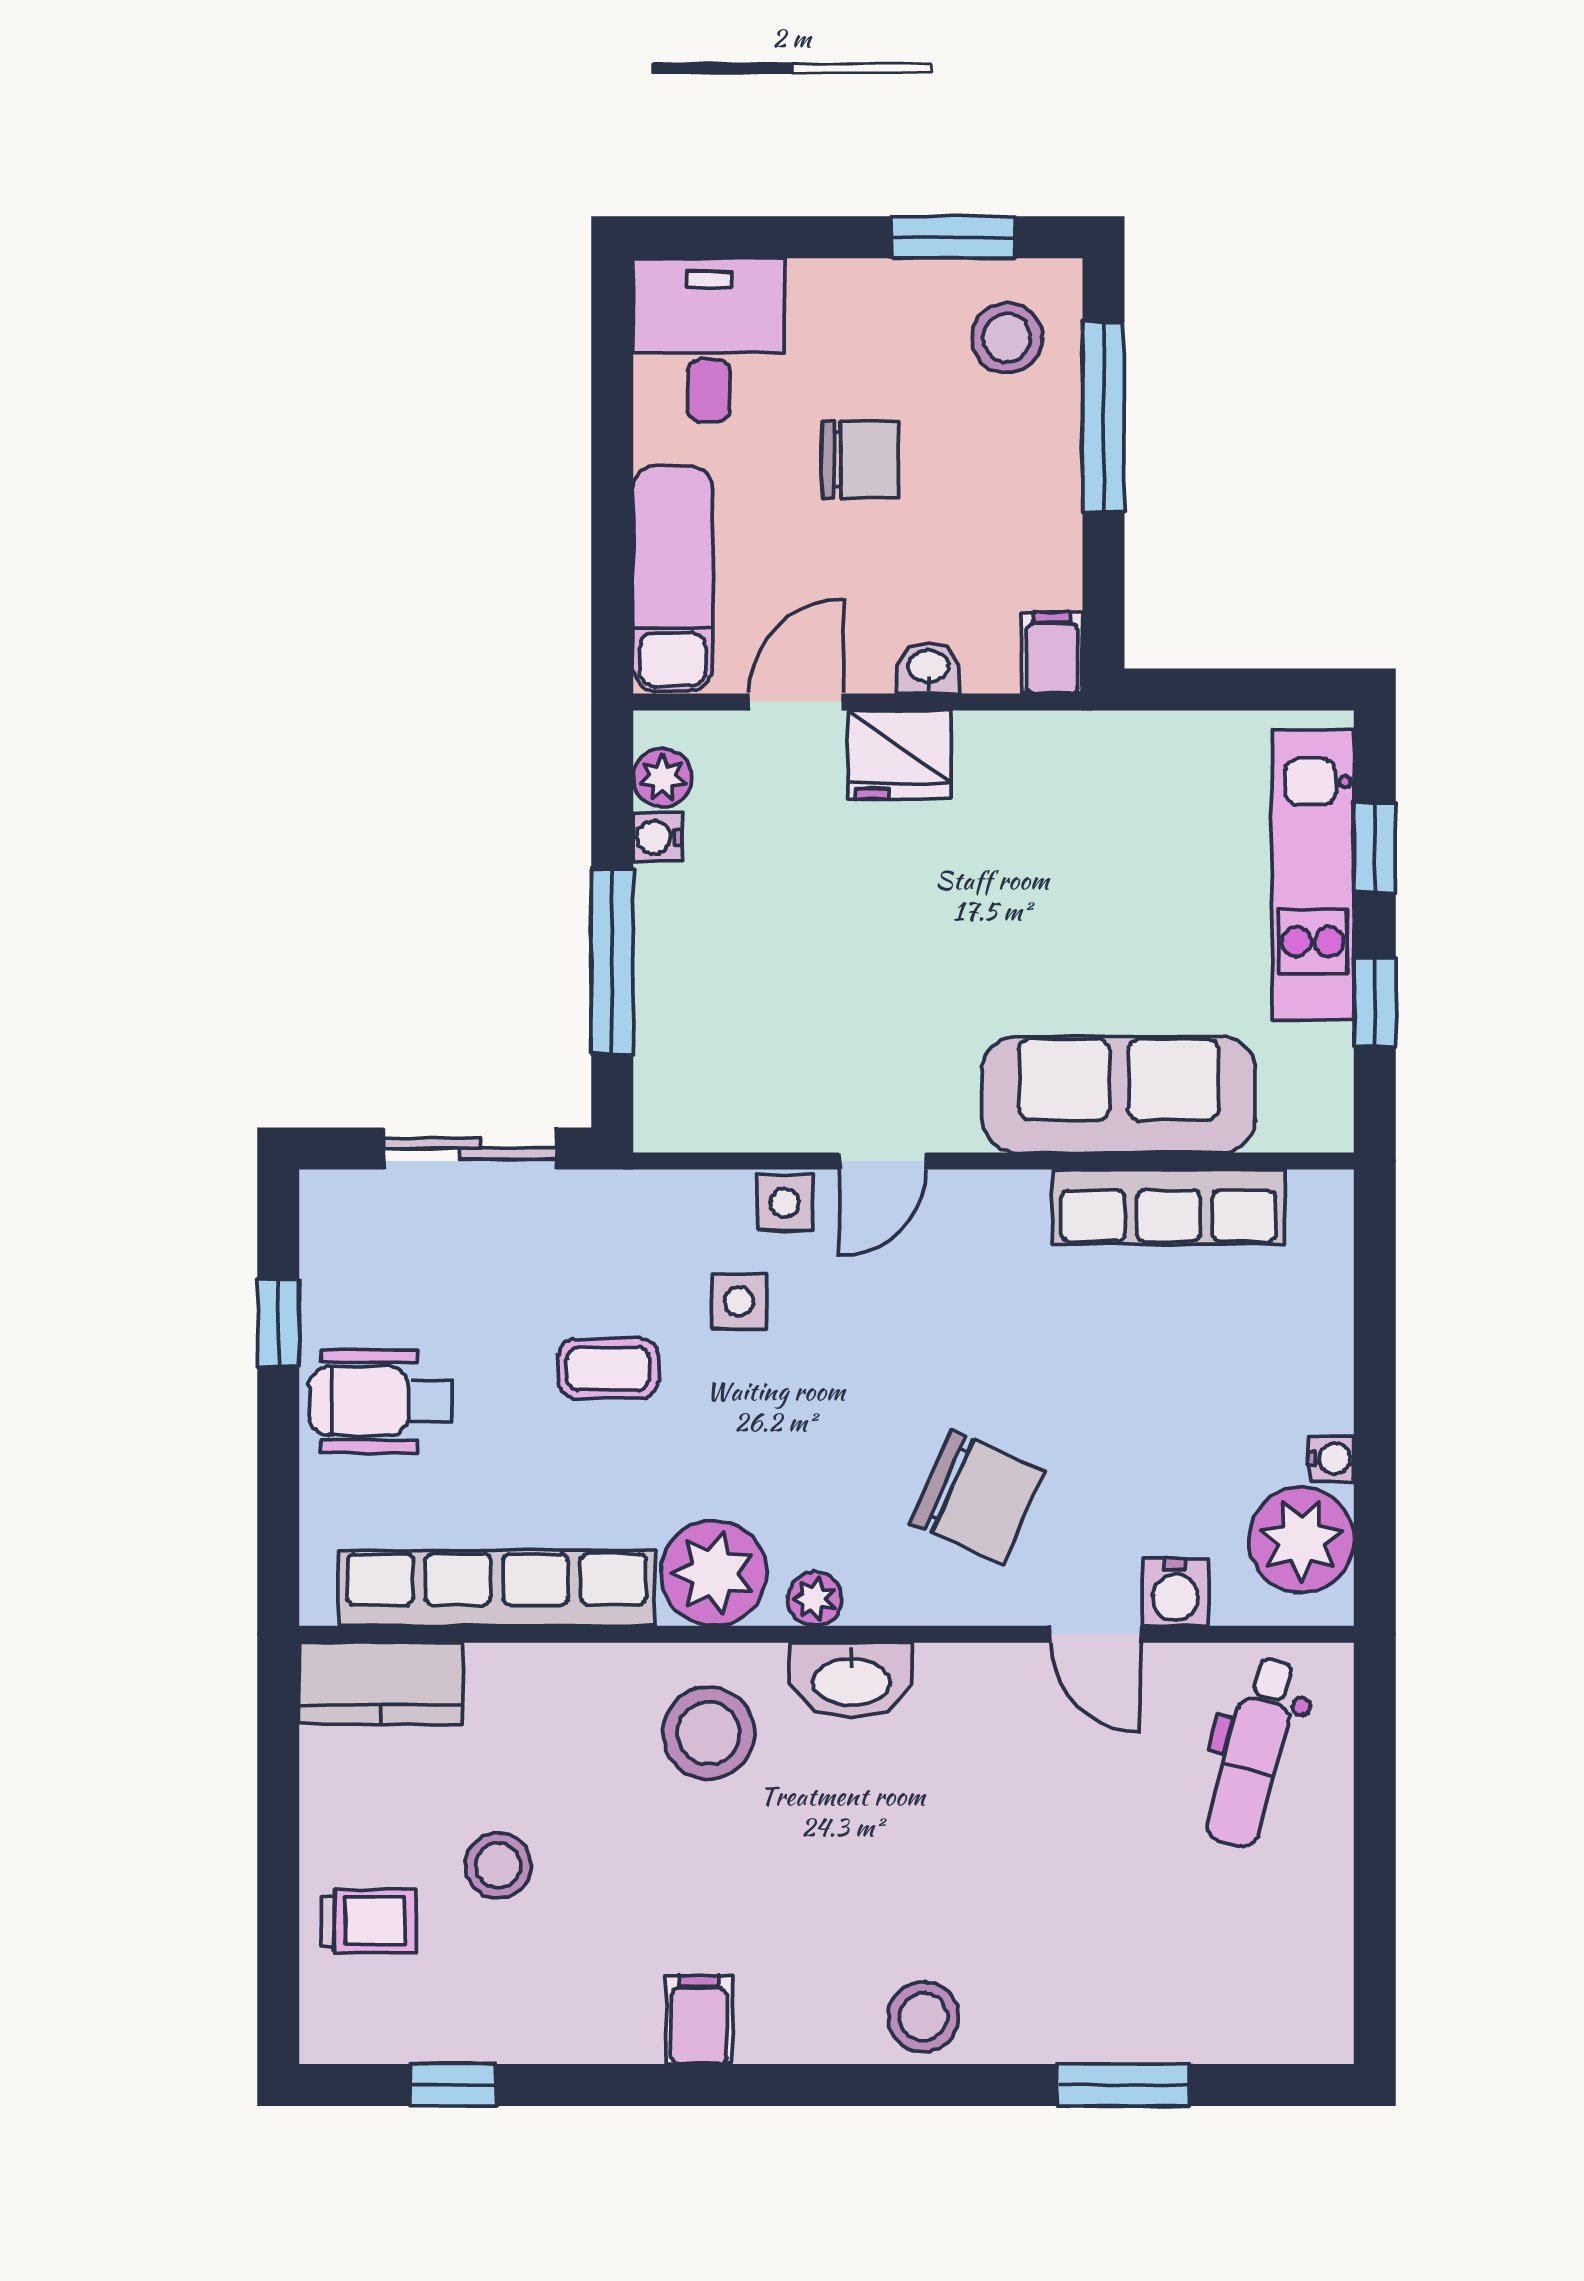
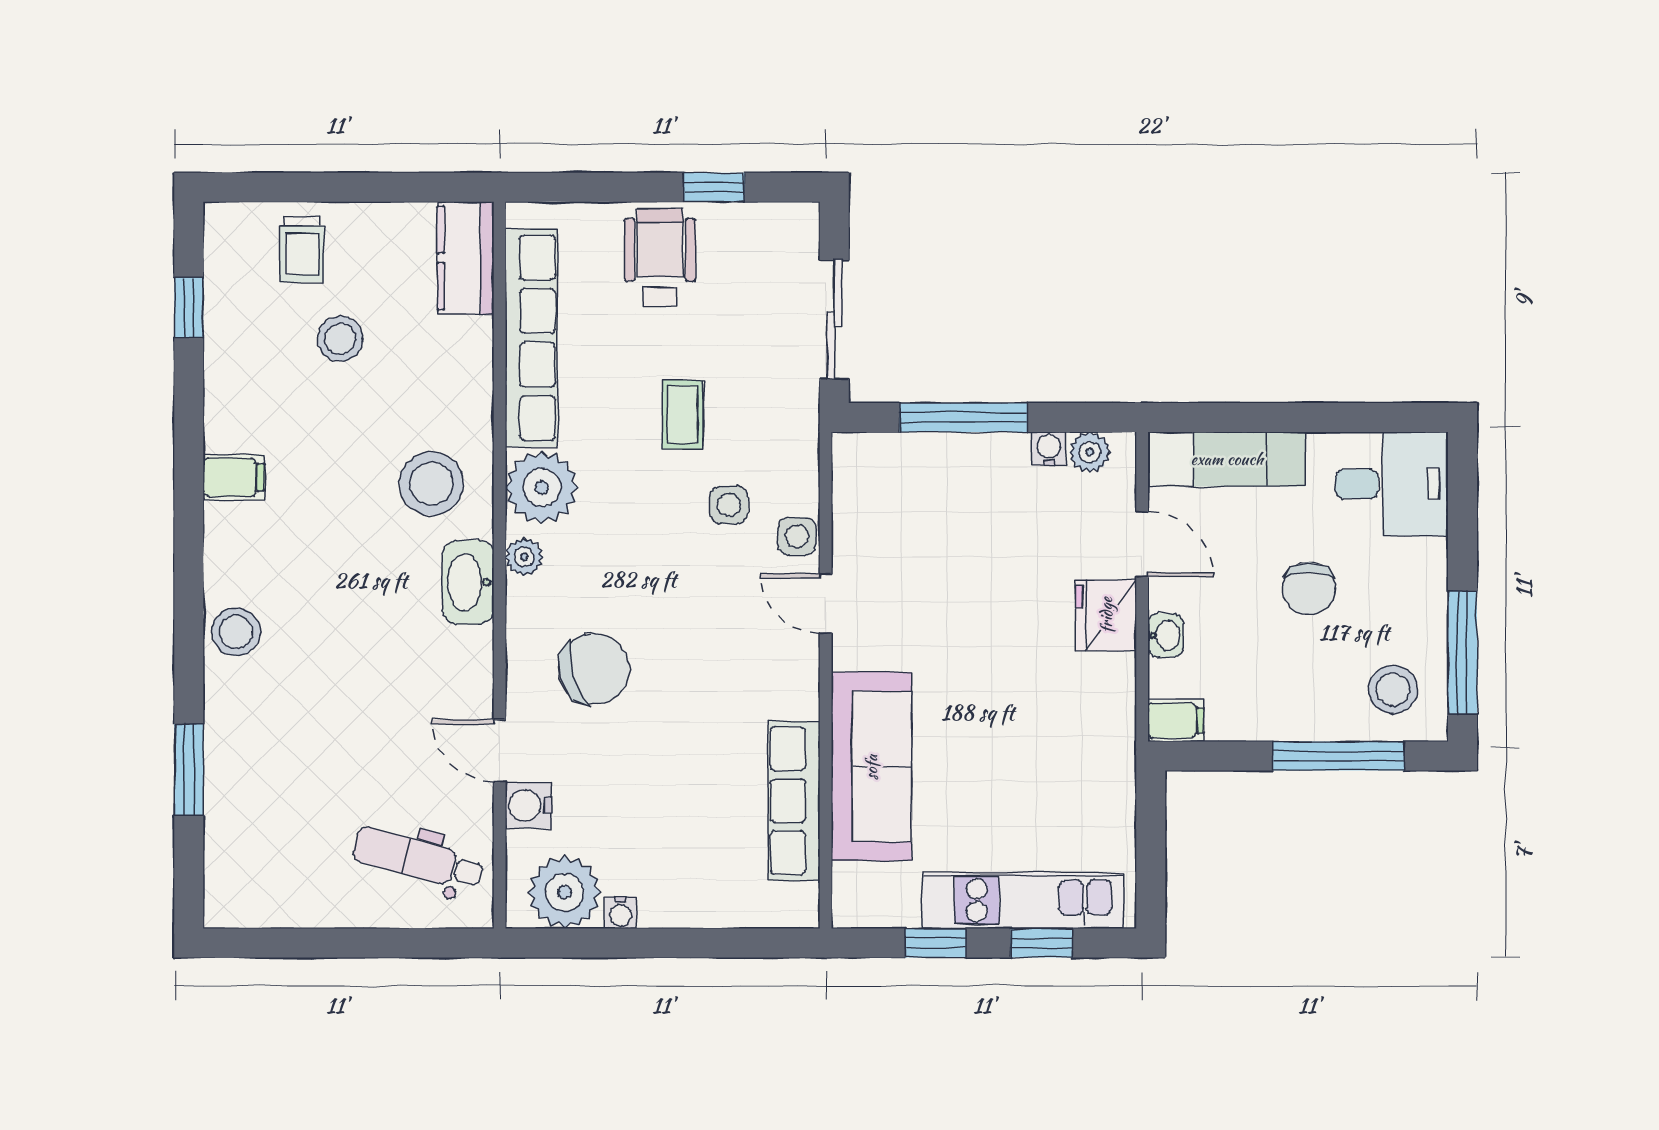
window: (953, 237) -> (1462, 653), width x1.44
chair: (977, 1497) -> (594, 669), turned -130
door: (1096, 1634) -> (500, 751), hinge flipped

